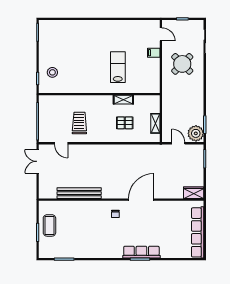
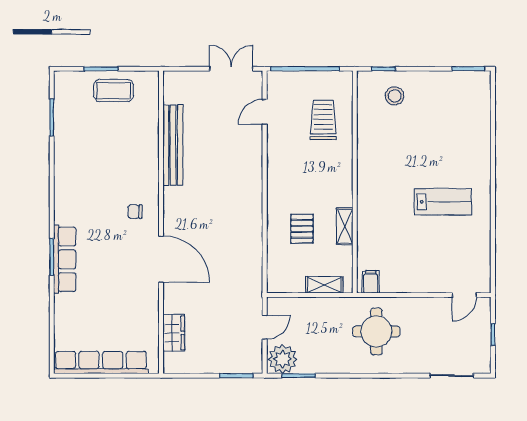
filing cabinet: (154, 53) -> (371, 282), moved
round table: (182, 64) -> (376, 331), moved, turned 45
lab bench: (118, 67) -> (443, 202), moved
trolley: (79, 123) -> (323, 120), moved, turned -90
shelving: (155, 123) -> (324, 285), moved
wardrobe: (194, 193) -> (174, 333), moved

